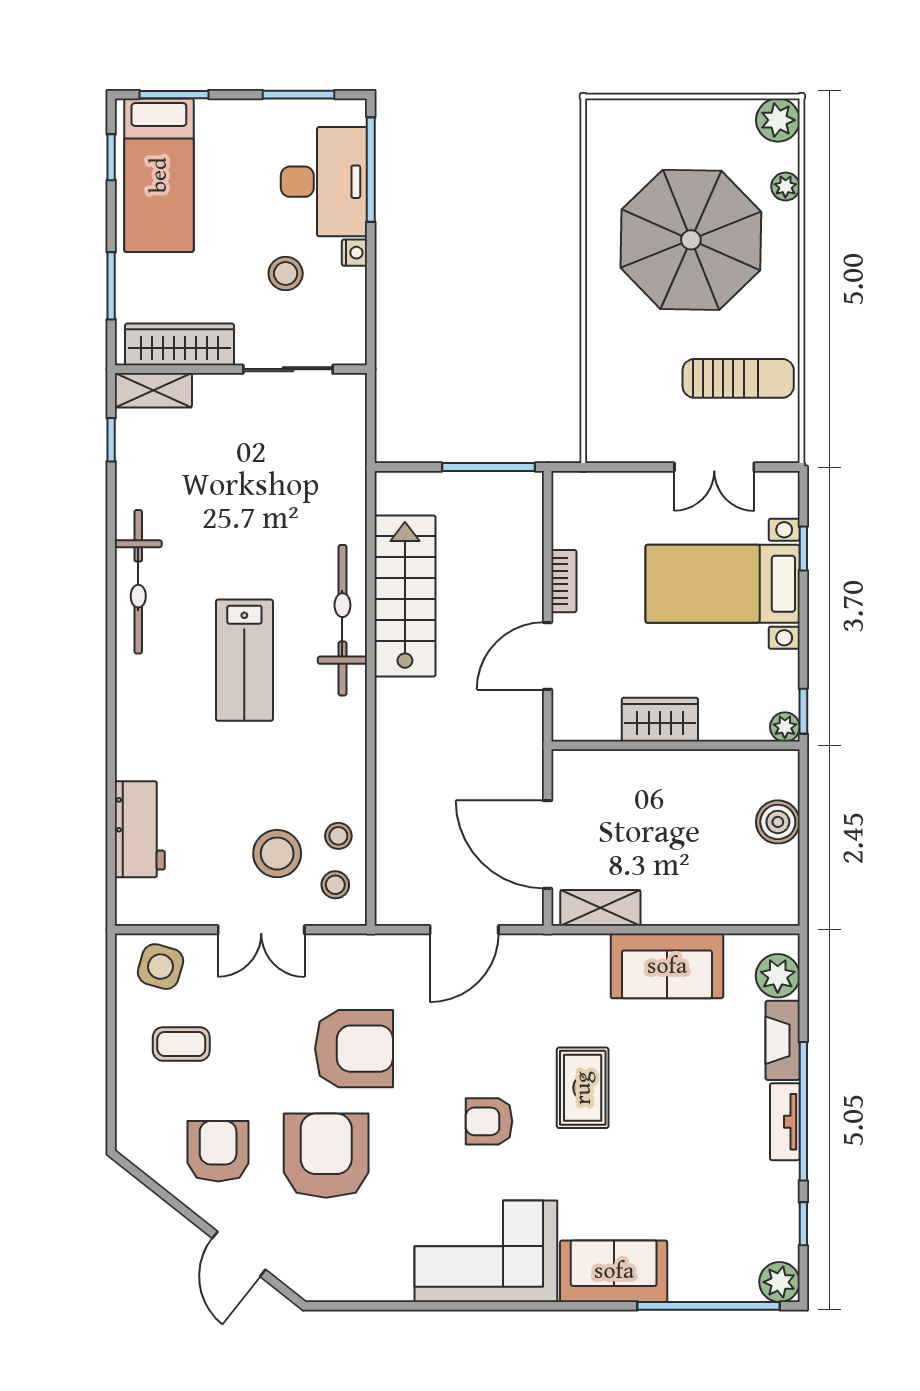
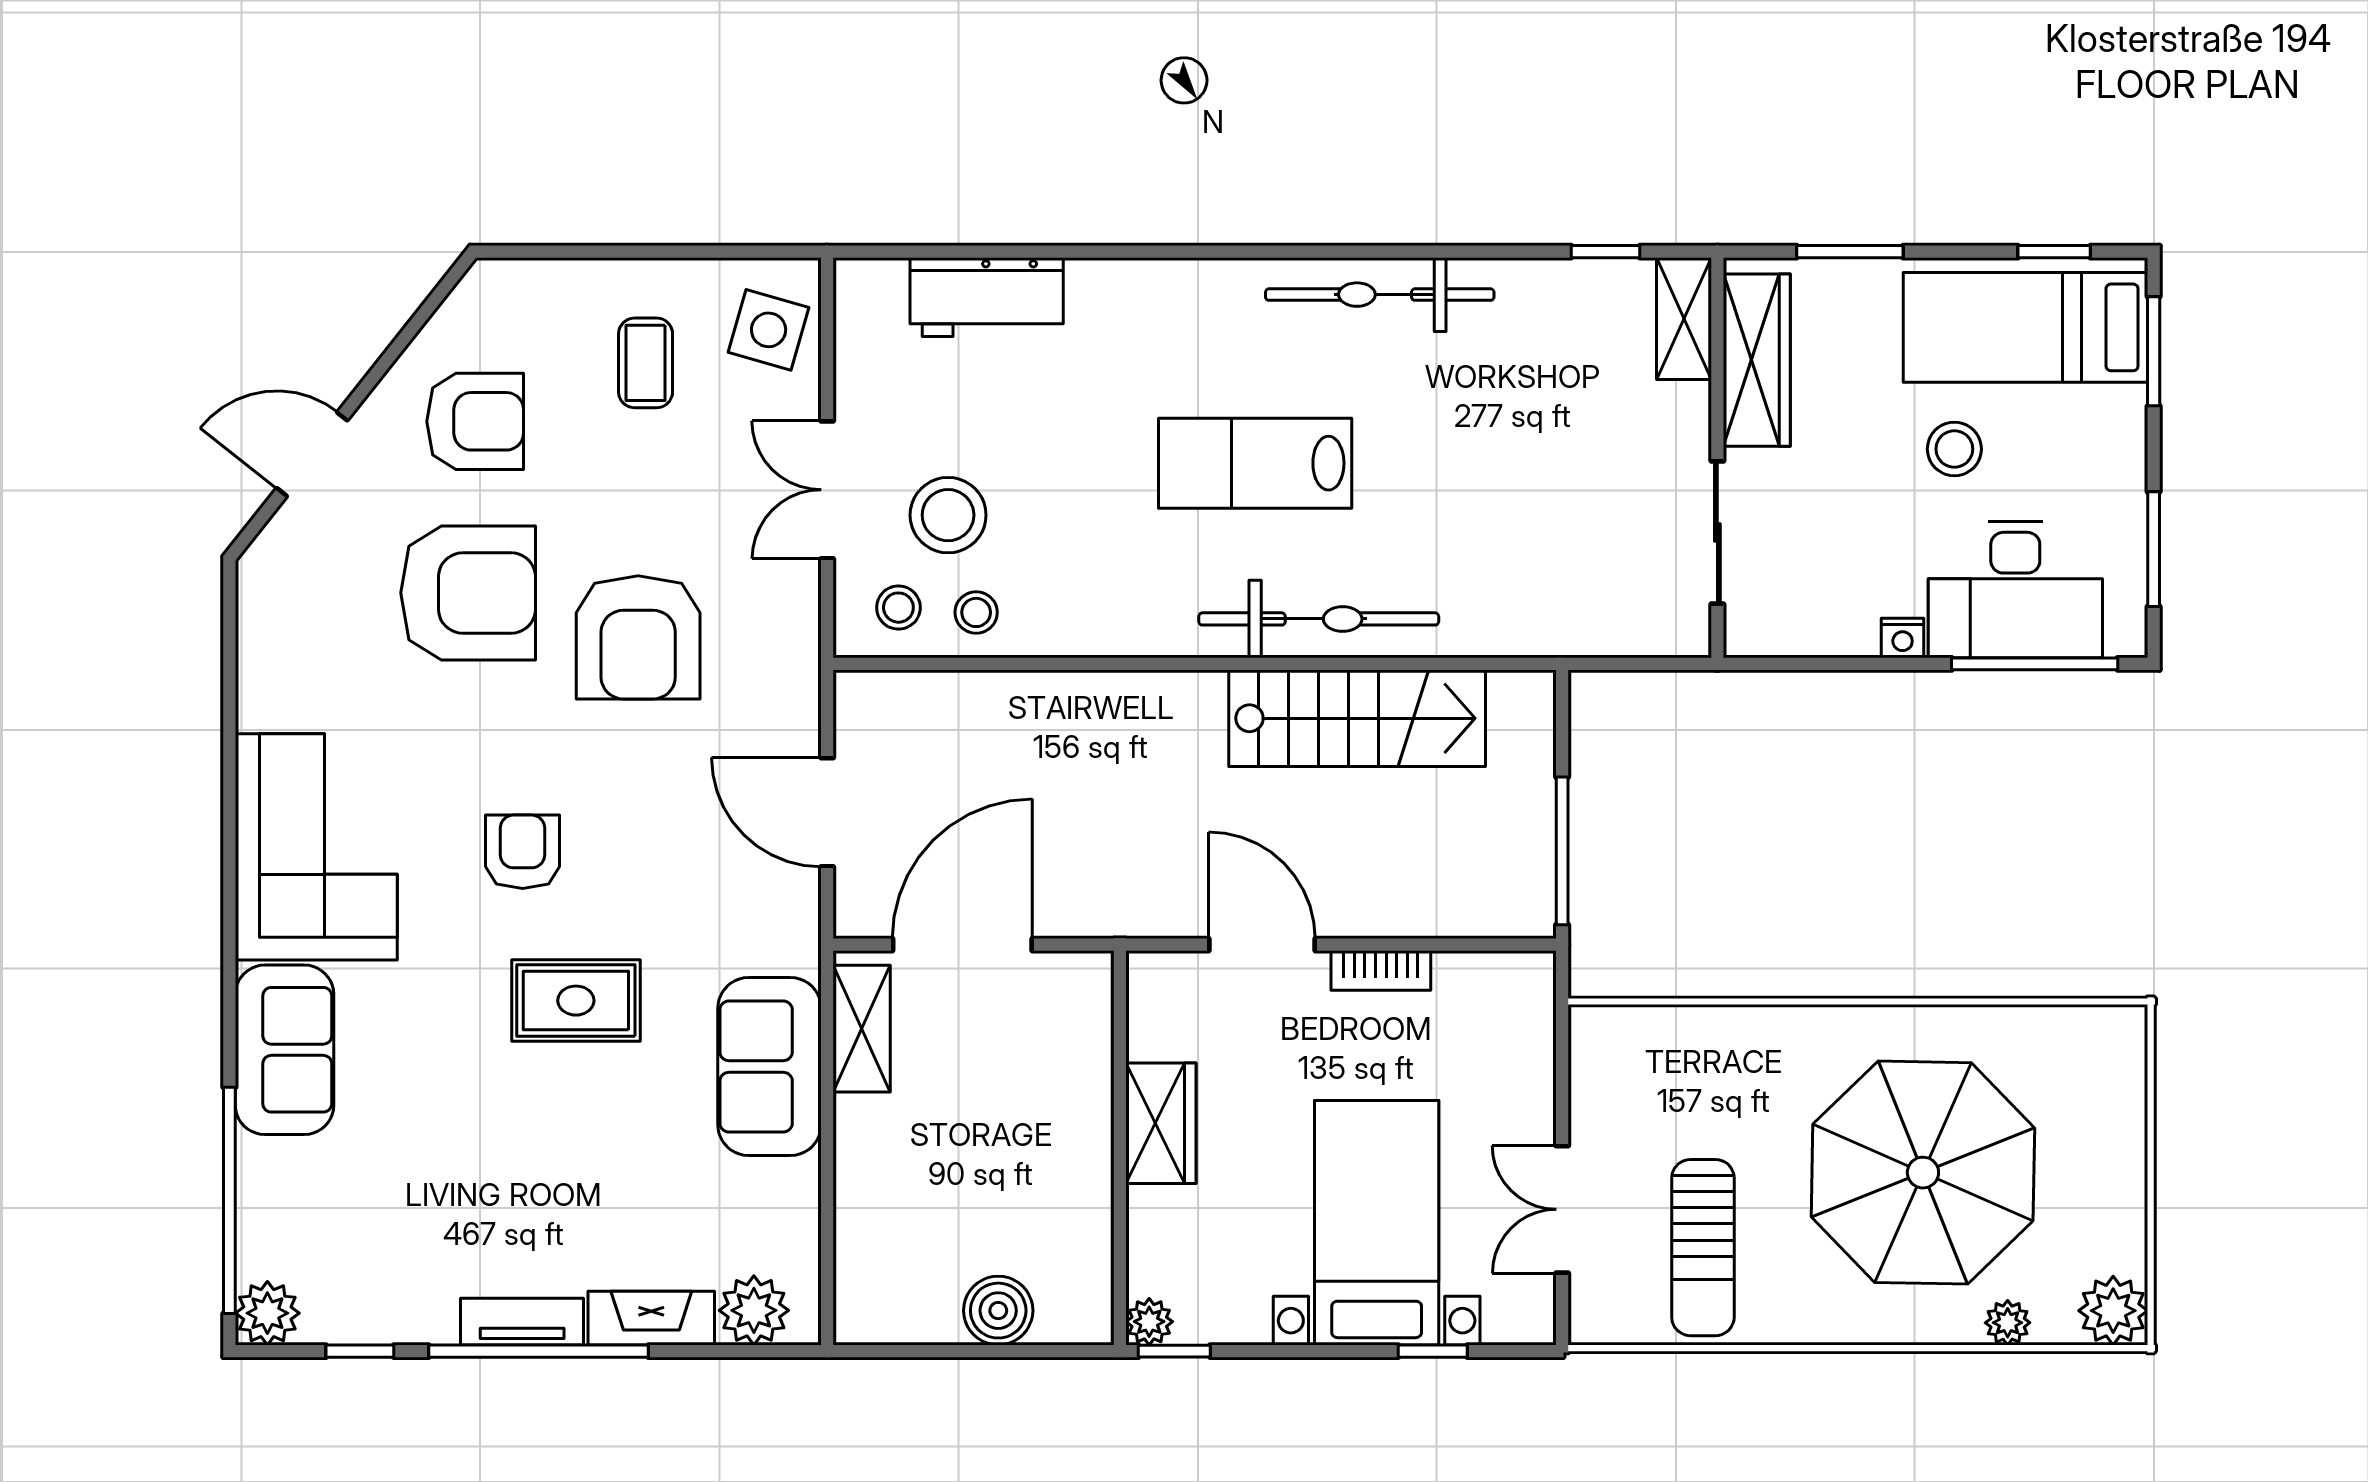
stool: (286, 274) -> (1954, 449), moved
sofa: (667, 966) -> (770, 1066), moved

